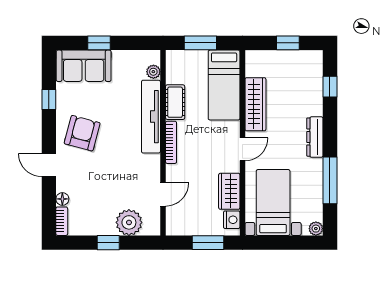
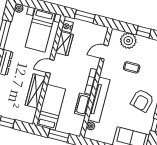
coffee table: (113, 181) -> (132, 67), added

